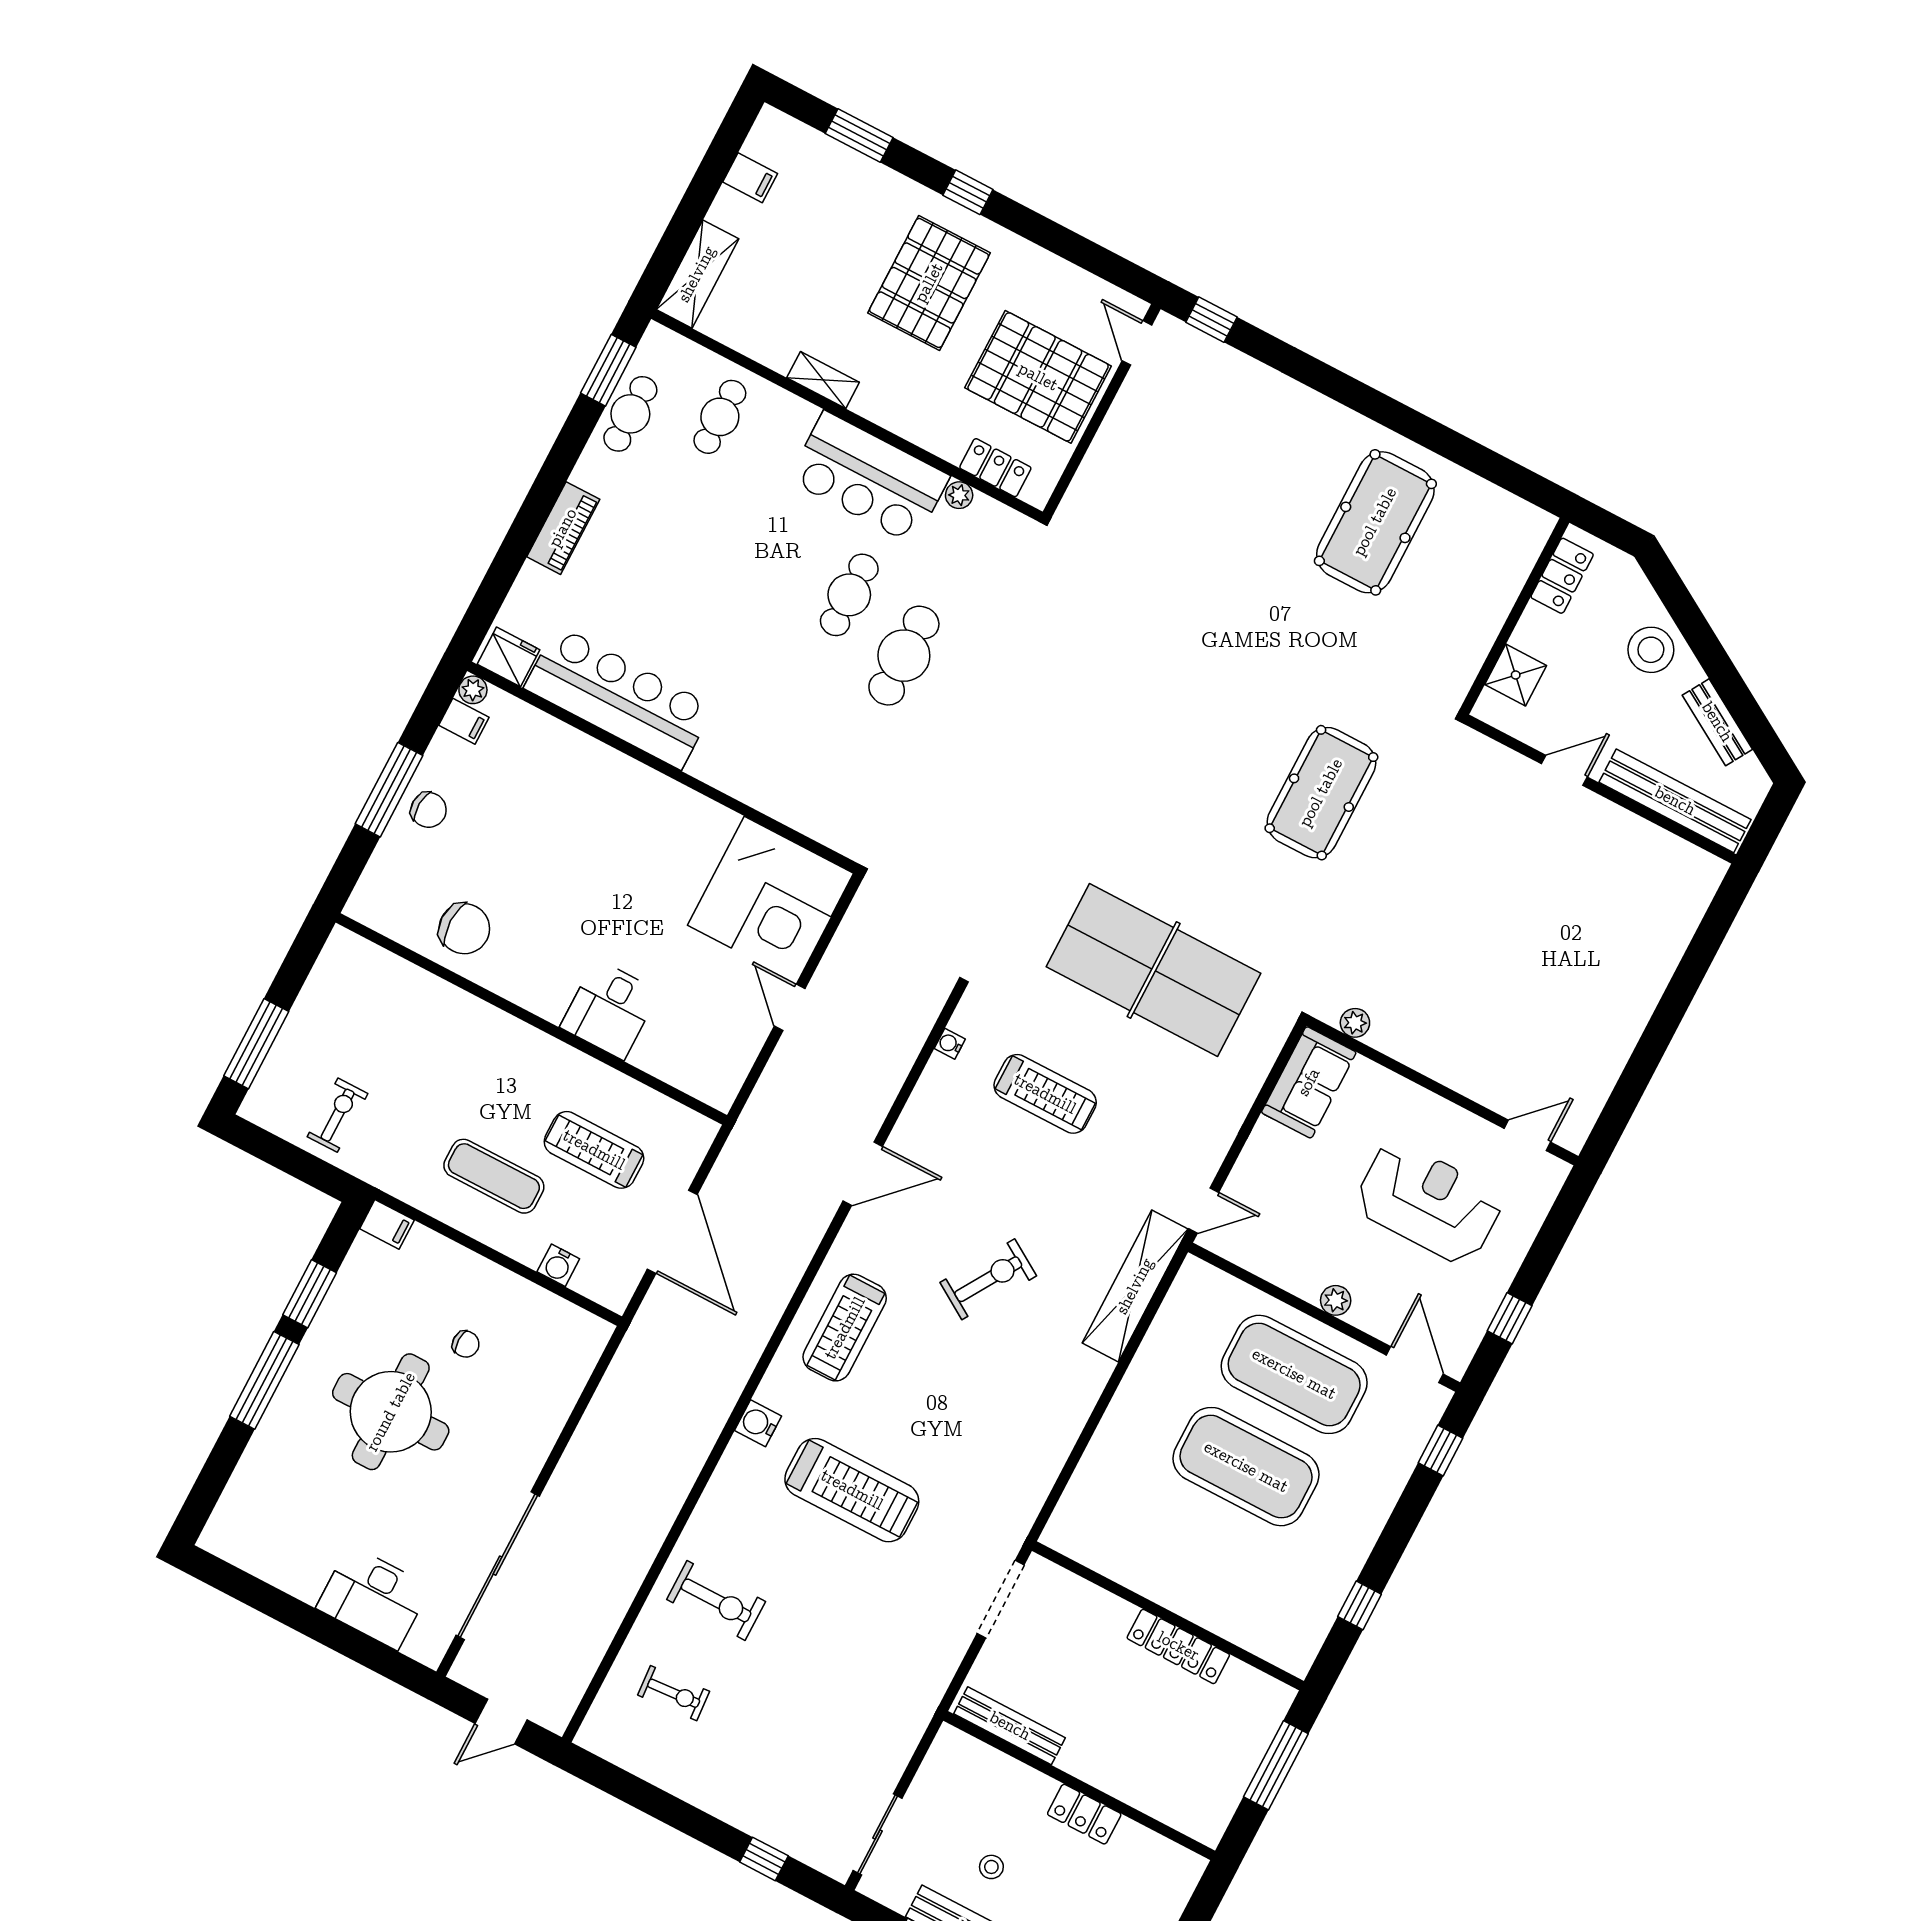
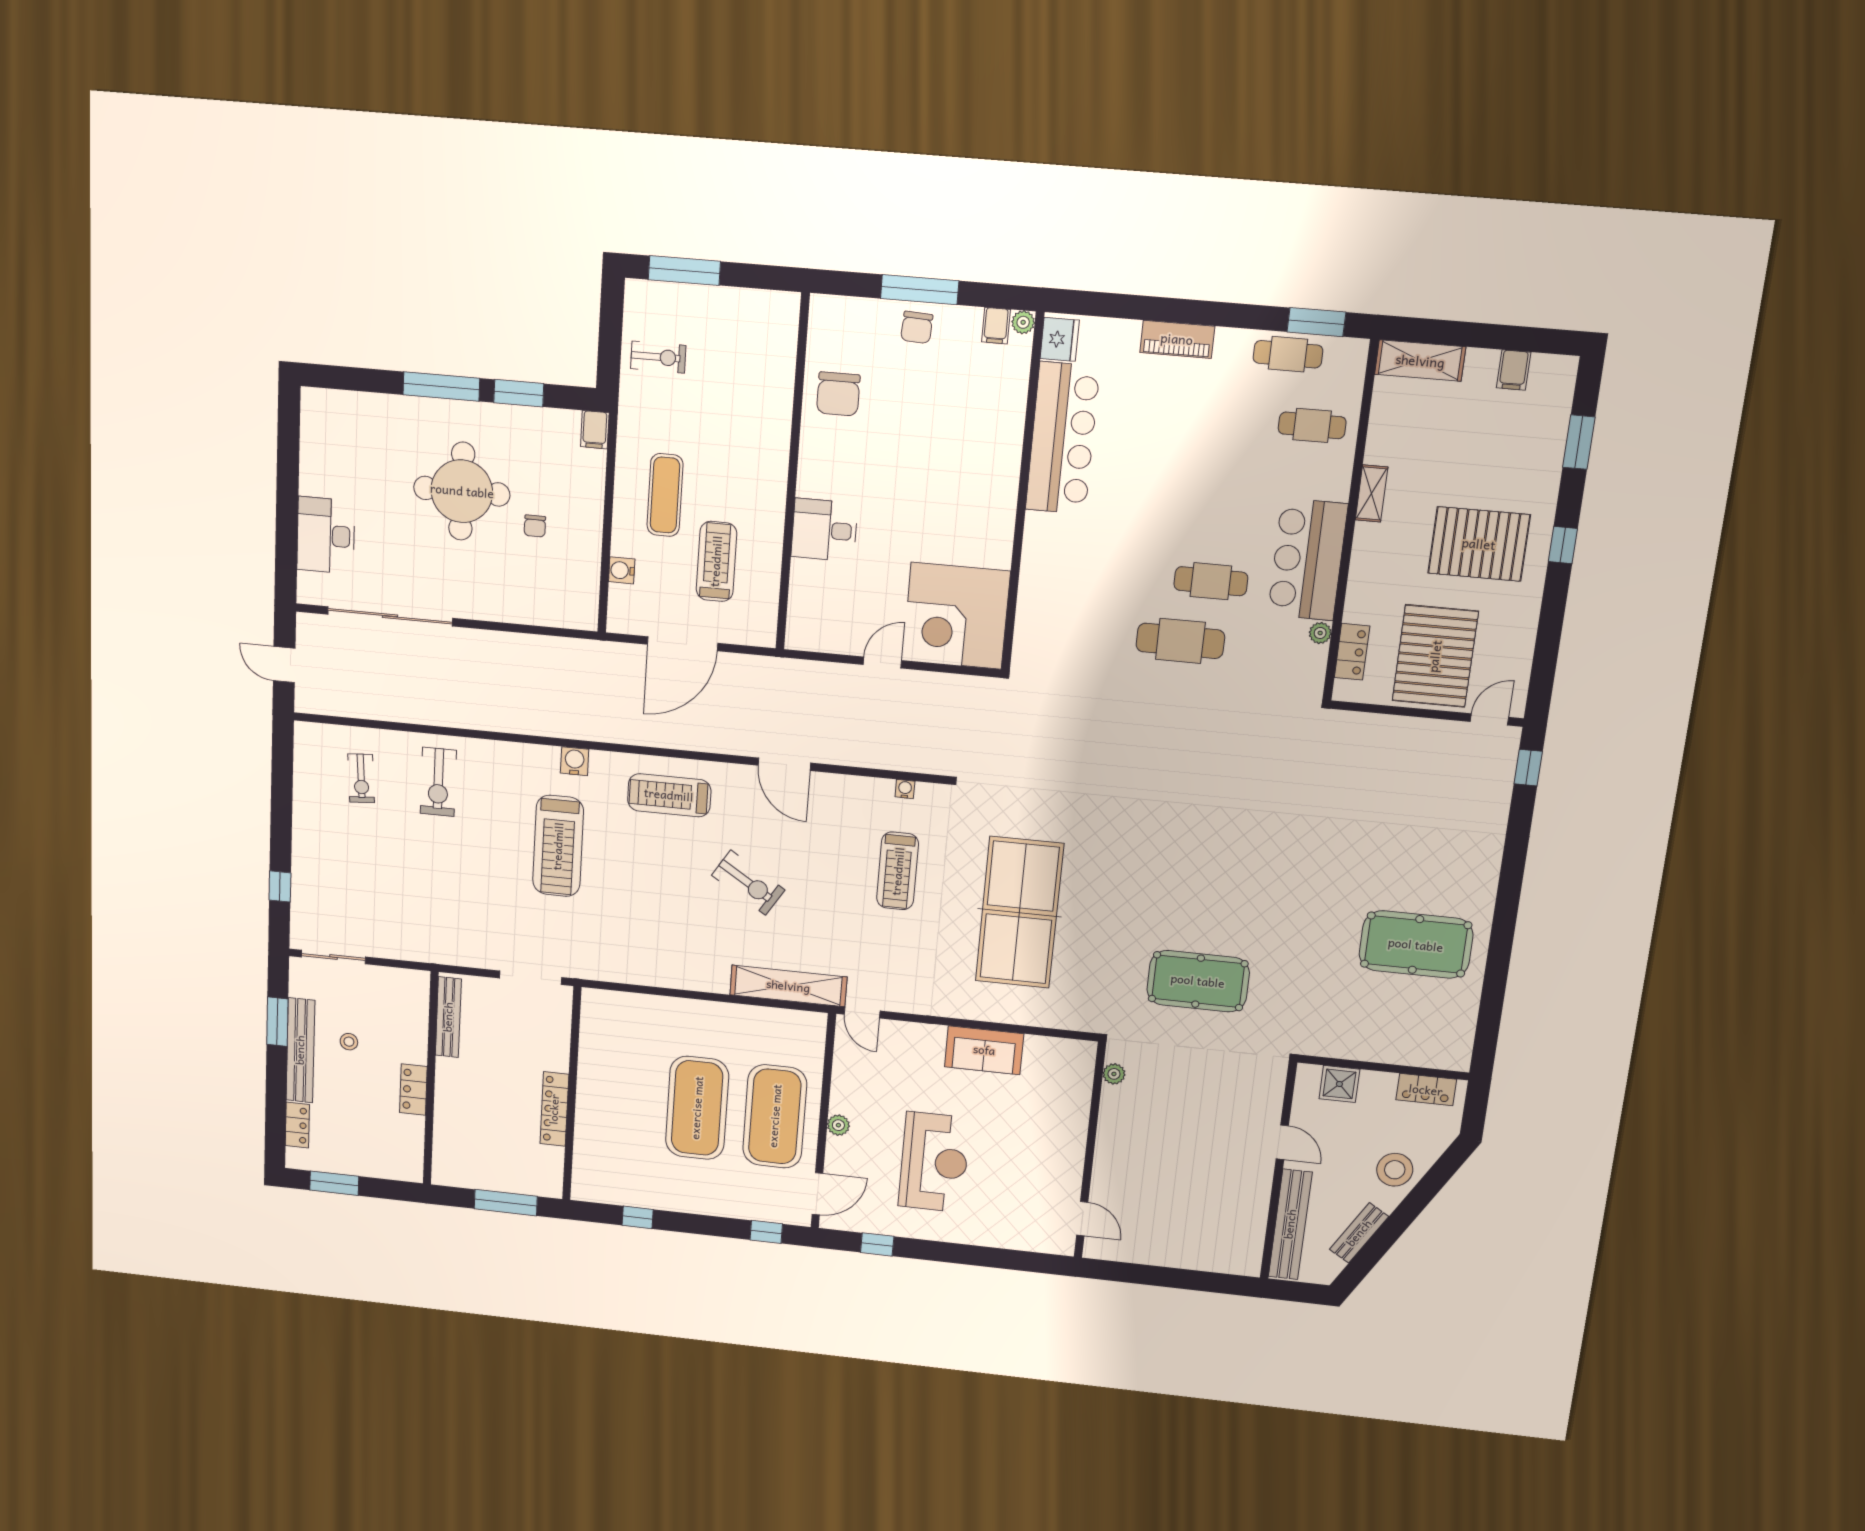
plant: (1355, 1023) -> (1114, 1074), moved
wall: (1442, 1091) -> (1090, 1151), moved
door: (1527, 1135) -> (1082, 1219), moved

